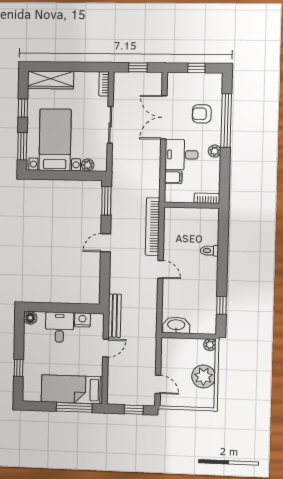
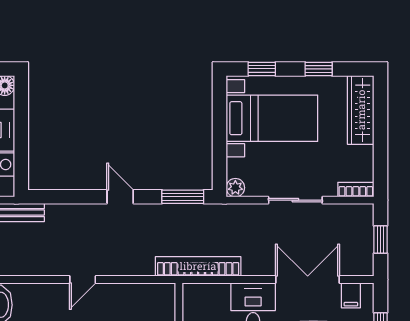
window: (22, 146) -> (262, 69), width x0.67
plant: (88, 165) -> (235, 188), moved
filing cabinet: (173, 177) -> (351, 295), moved
bookcase: (153, 227) -> (198, 266), moved

